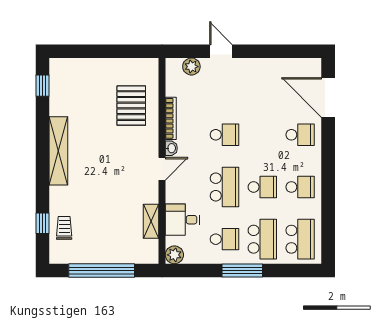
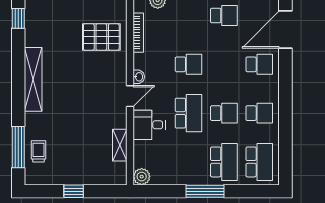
door: (328, 98) -> (285, 29), hinge flipped
pallet: (131, 106) -> (101, 37), turned 90
bookcase: (171, 118) -> (138, 33), moved
desk: (182, 220) -> (149, 125), moved
window: (42, 223) -> (18, 147), width x2.17
school desk: (225, 239) -> (224, 16), moved
window: (102, 271) -> (74, 191), width x0.32

